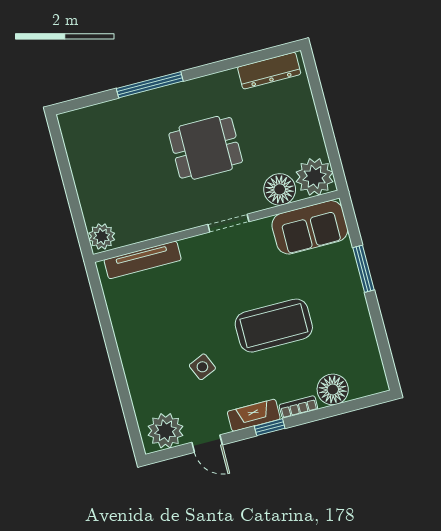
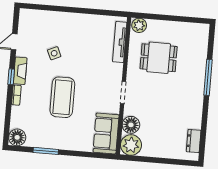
dresser: (269, 71) -> (194, 141), width x0.70
dining table: (206, 148) -> (159, 58), moved, turned 90
window: (363, 269) -> (46, 151), moved
floor lamp: (333, 389) -> (17, 137), moved
plant: (166, 431) -> (28, 23), removed

